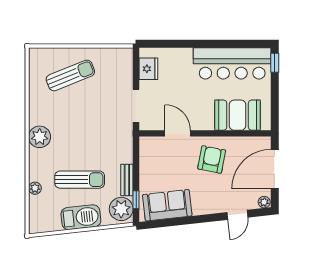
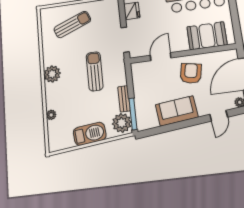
door: (178, 133) -> (161, 57), hinge flipped
sun lounger: (80, 180) -> (95, 71), moved, turned -90
window: (136, 200) -> (133, 114), width x2.17
sofa: (167, 205) -> (177, 111), moved

